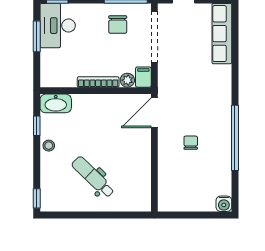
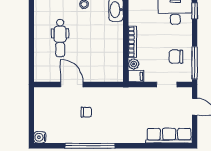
doorway: (154, 37) -> (167, 85), width x0.53
door: (154, 113) -> (72, 85), moved
dental chair: (93, 177) -> (60, 38), turned 136

